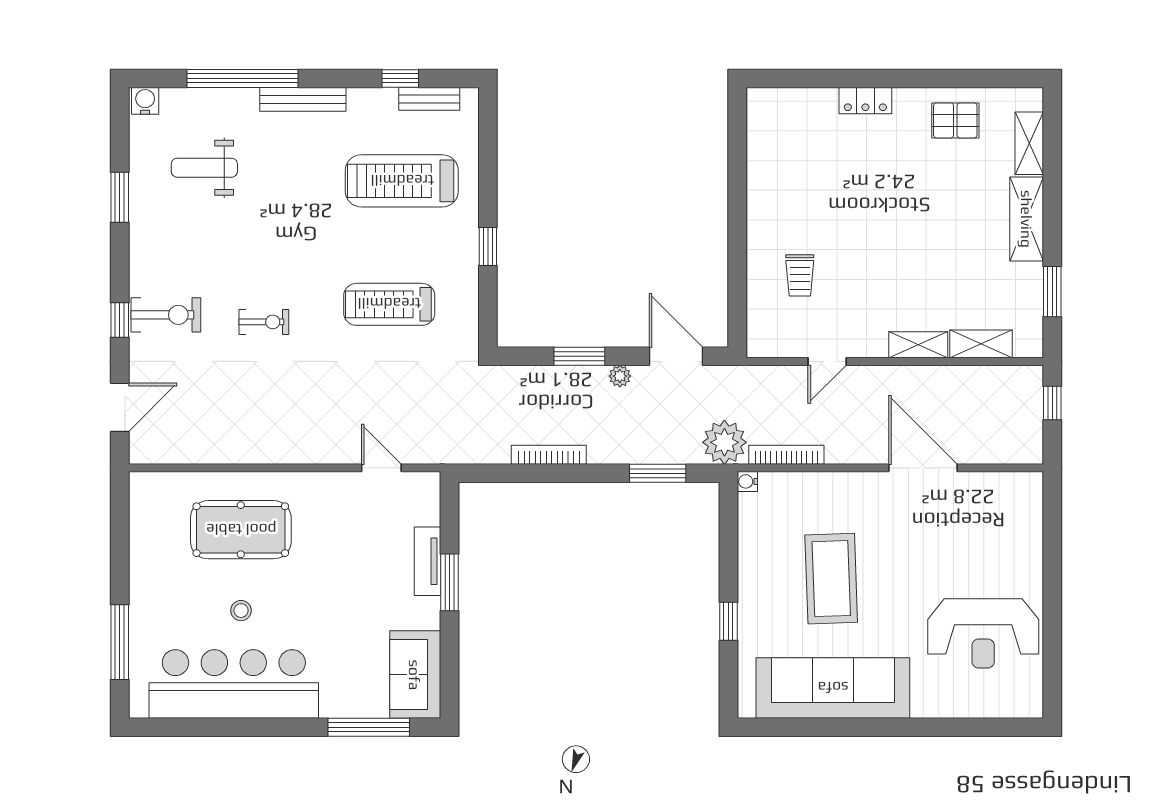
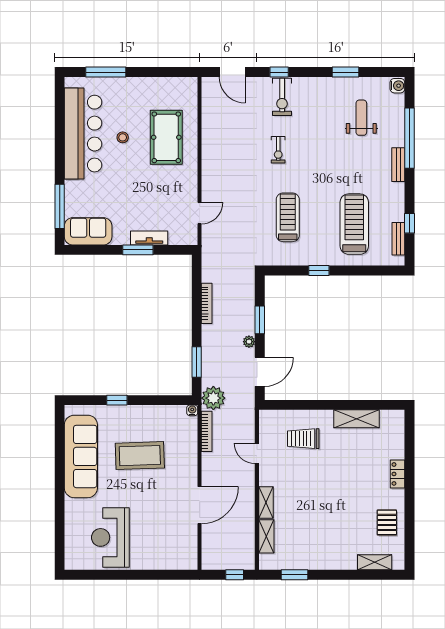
bench: (303, 99) -> (398, 165), width x0.73
shelving: (1027, 219) -> (356, 419), moved
trolley: (800, 275) -> (303, 439), width x1.36, depth x1.39

